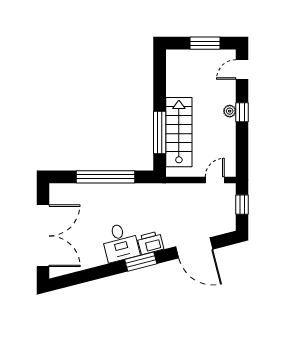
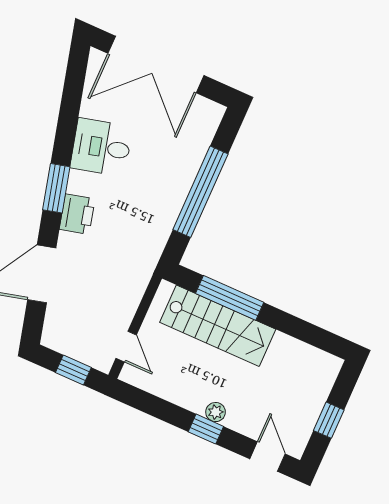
window: (205, 43) -> (329, 420), width x0.67
desk: (120, 242) -> (101, 147), moved

